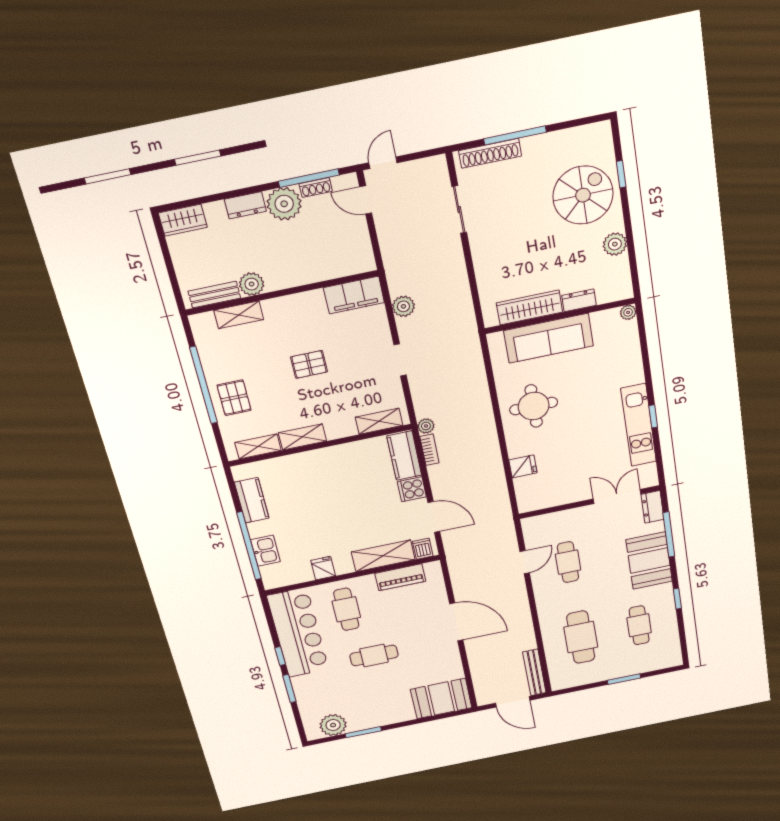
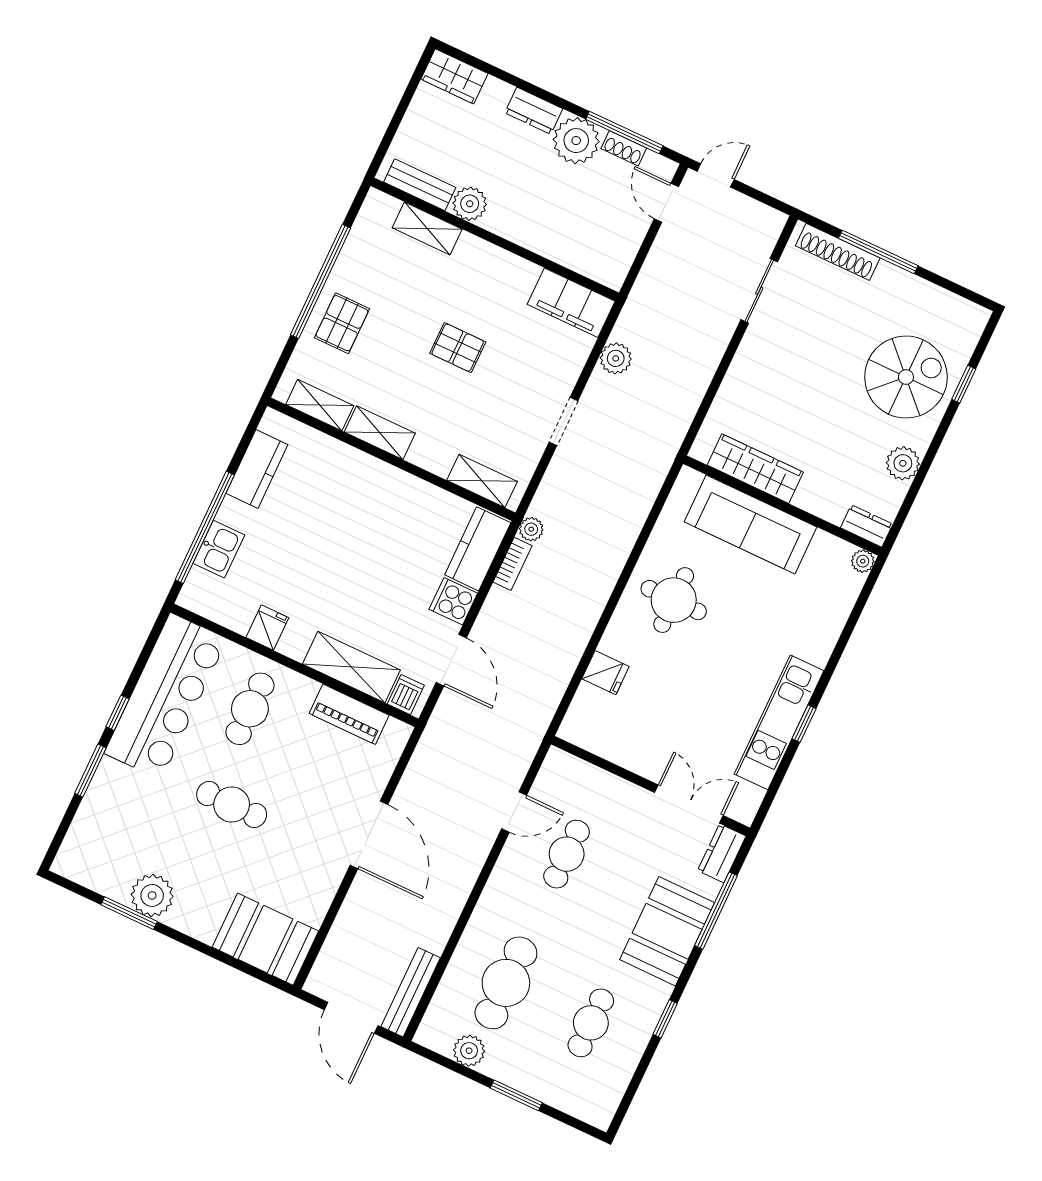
dresser: (579, 300) -> (867, 526), moved
plant: (585, 677) -> (469, 1051), added
plant: (333, 725) -> (152, 895), moved

